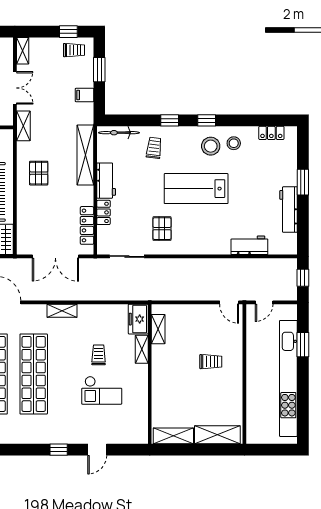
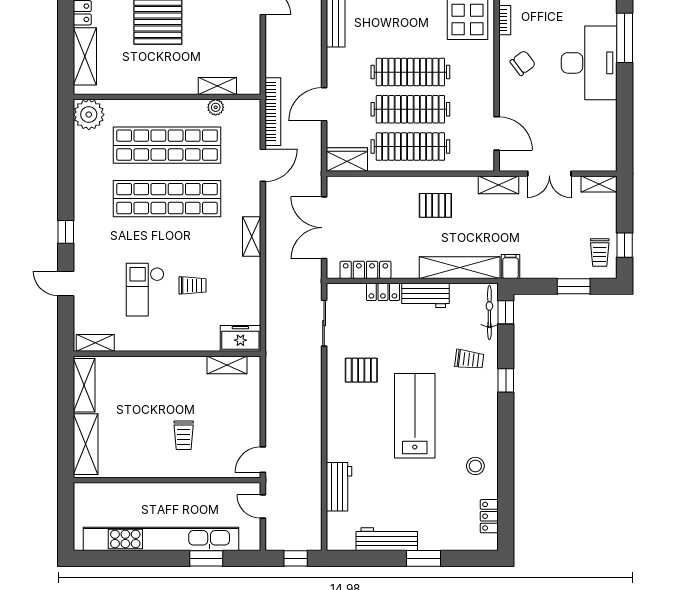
filing cabinet: (84, 95) -> (510, 266), moved
window: (207, 120) -> (506, 312), moved
stool: (211, 146) -> (472, 435), removed
shelving: (142, 349) -> (95, 343), moved

